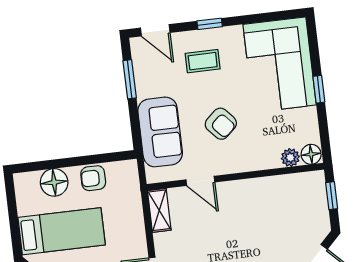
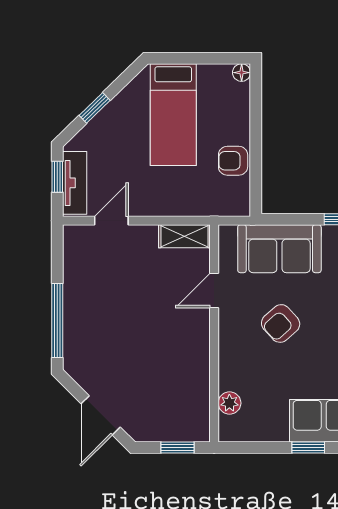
floor lamp: (311, 154) -> (230, 429), removed
armchair: (93, 178) -> (233, 161), turned -90
floor lamp: (54, 182) -> (242, 73), moved, width x0.53, depth x0.53

